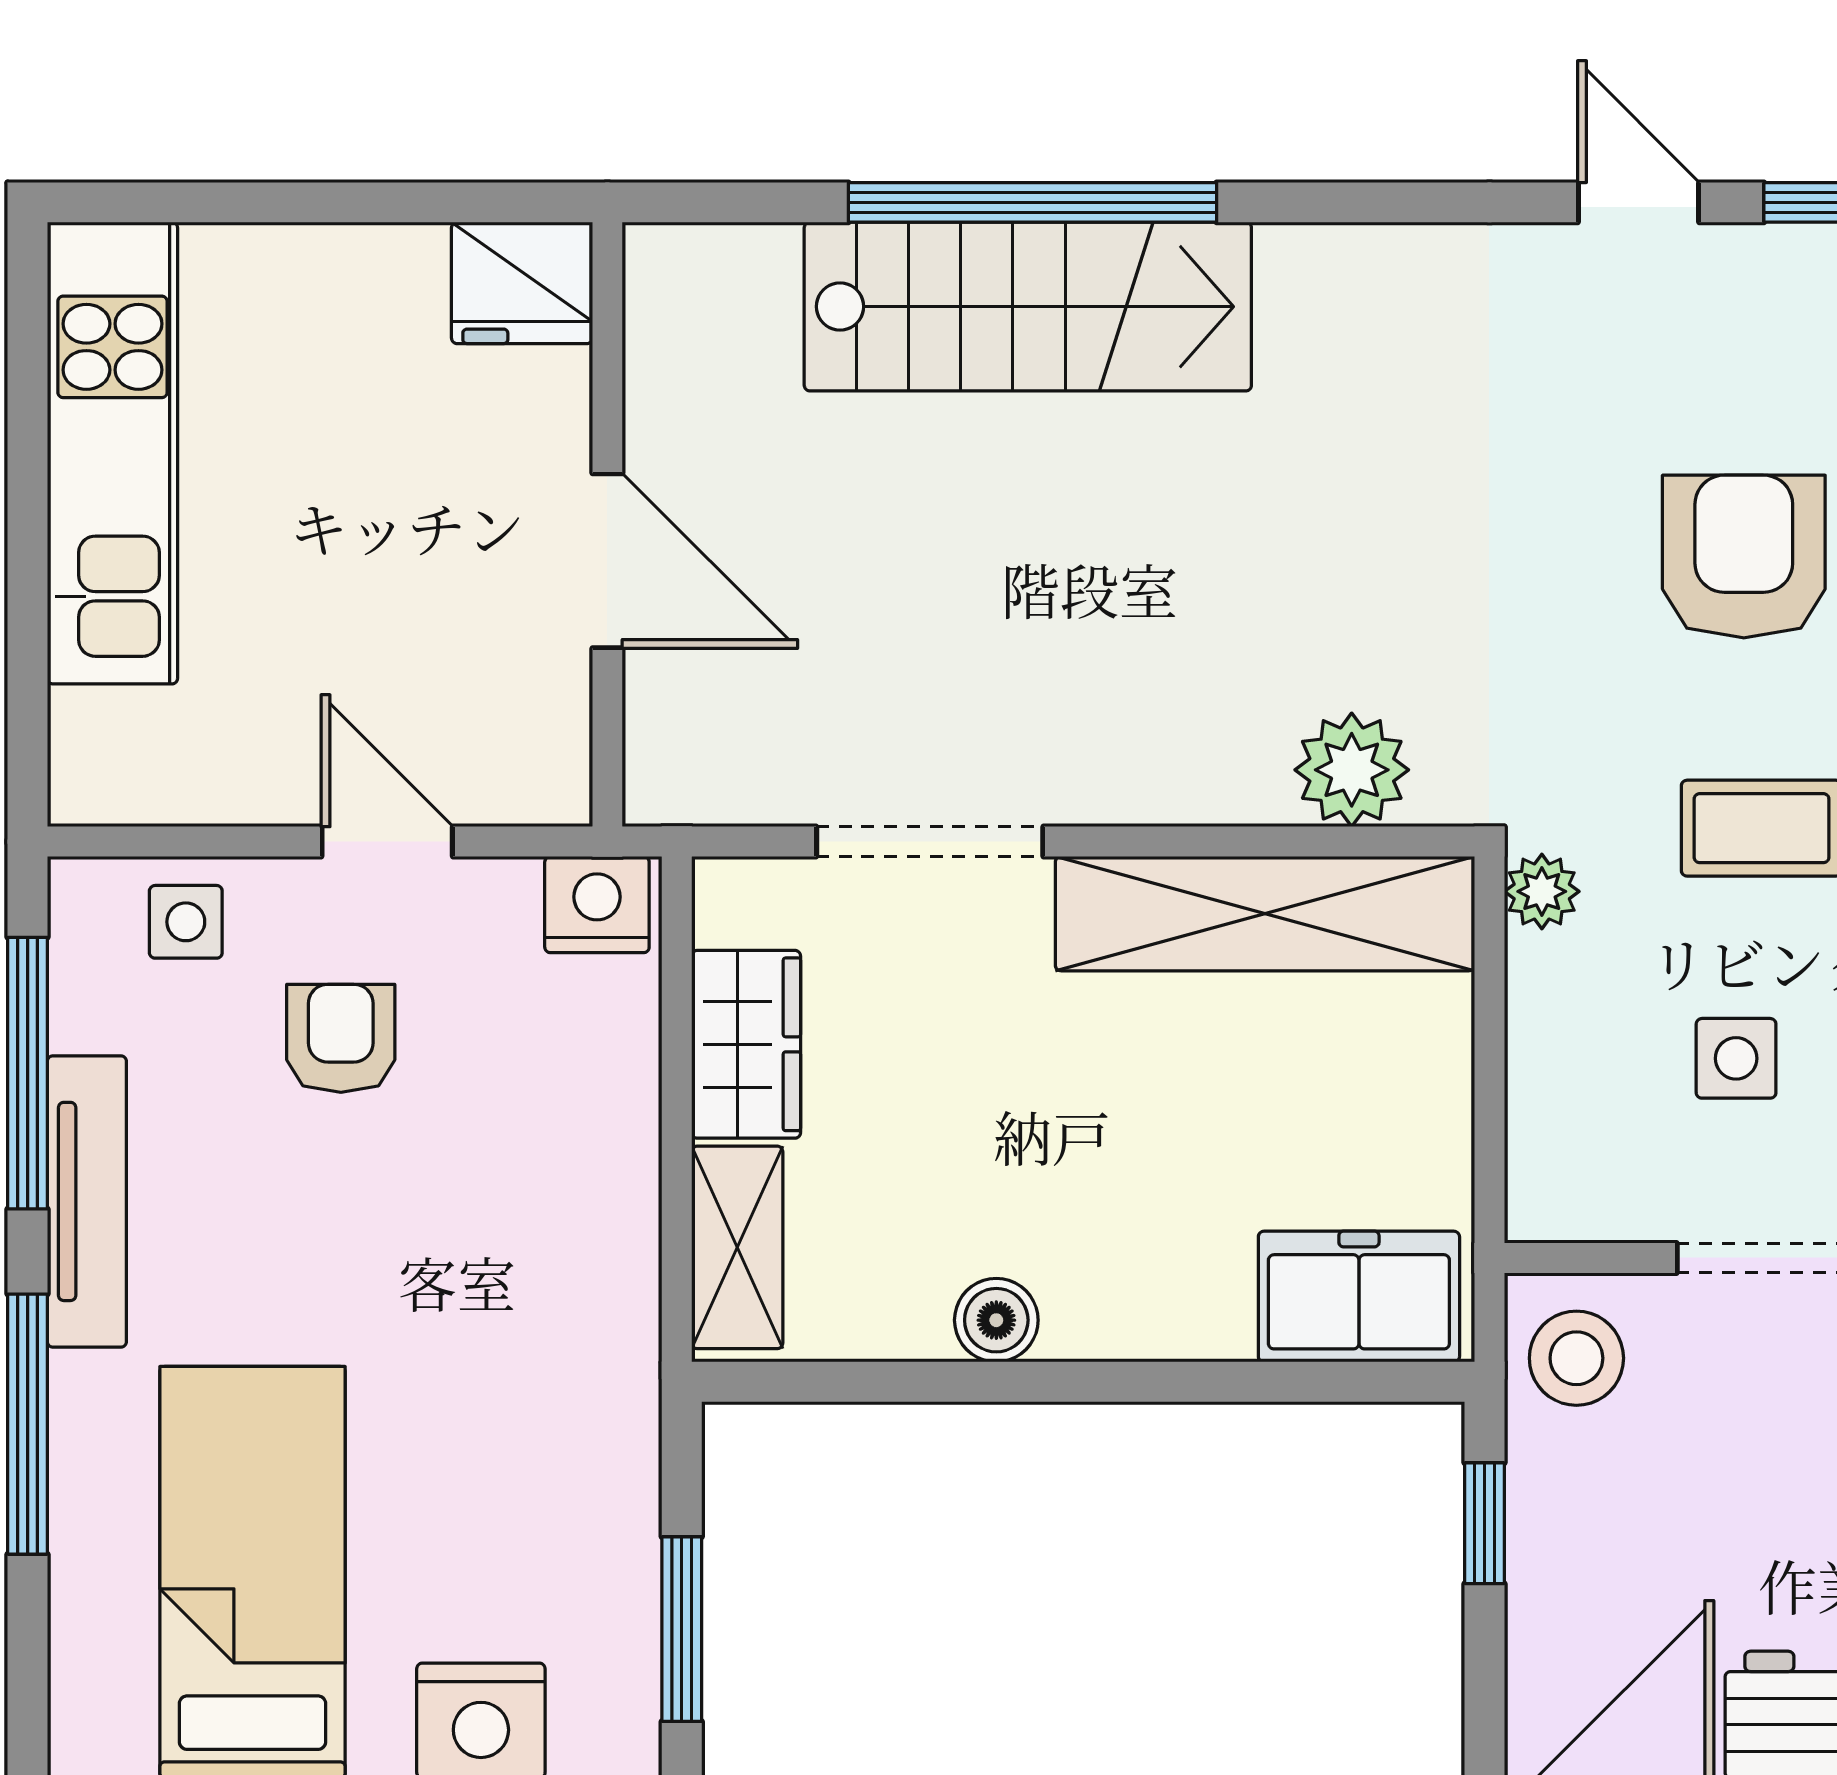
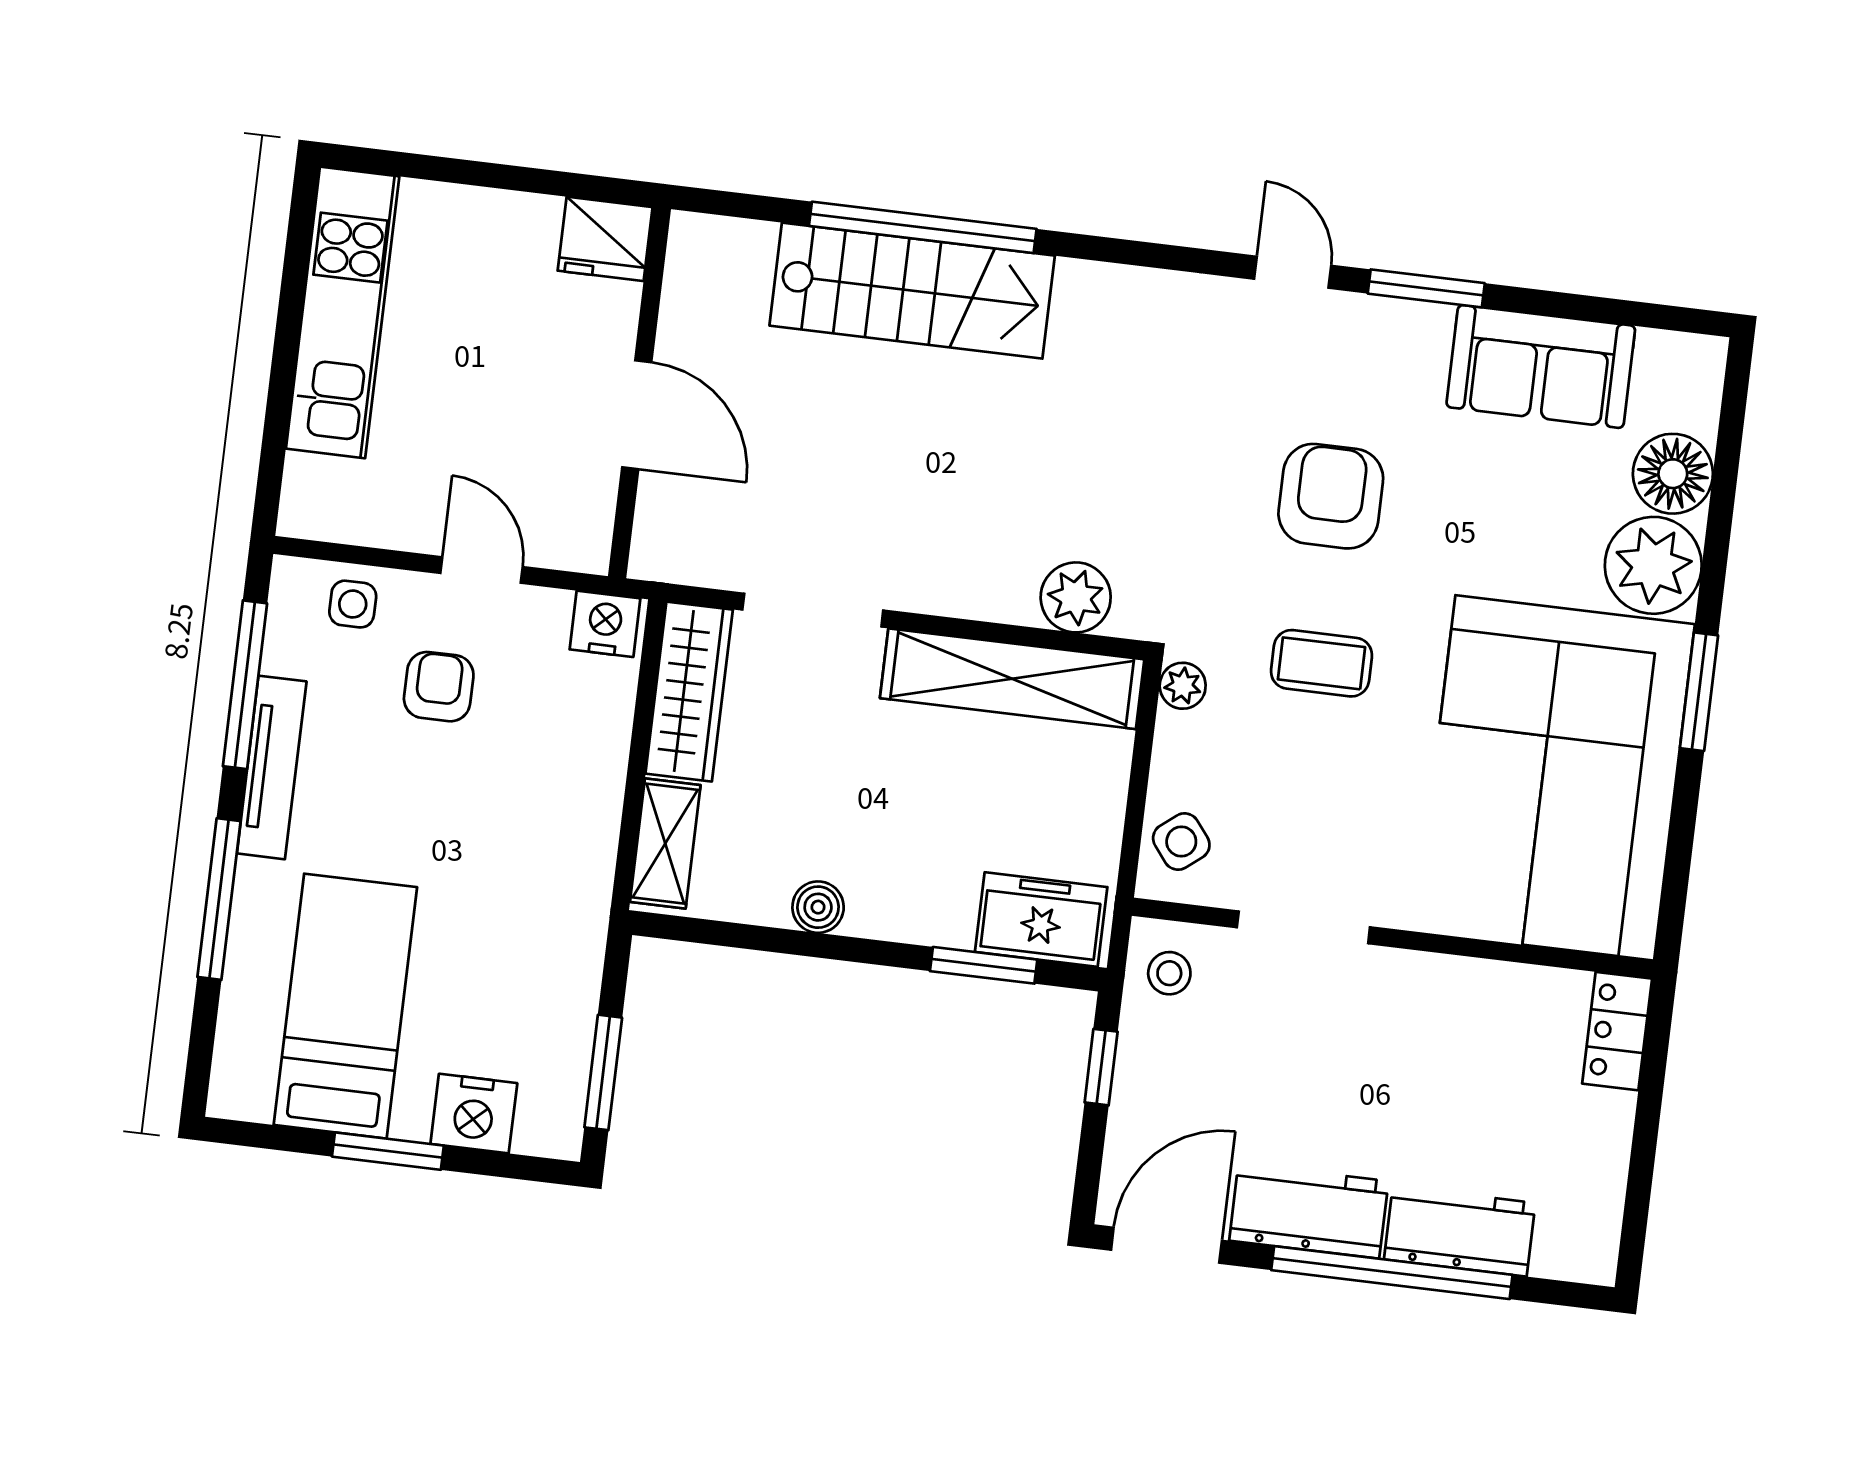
wardrobe: (746, 1044) -> (689, 692), width x1.50
side table: (1736, 1058) -> (1181, 842), moved, turned -38
stool: (1576, 1358) -> (1169, 973), width x0.73, depth x0.73
window: (1275, 1382) -> (984, 965), added

